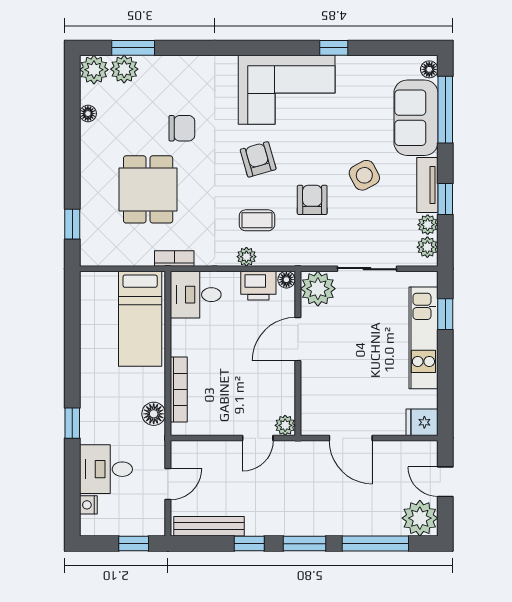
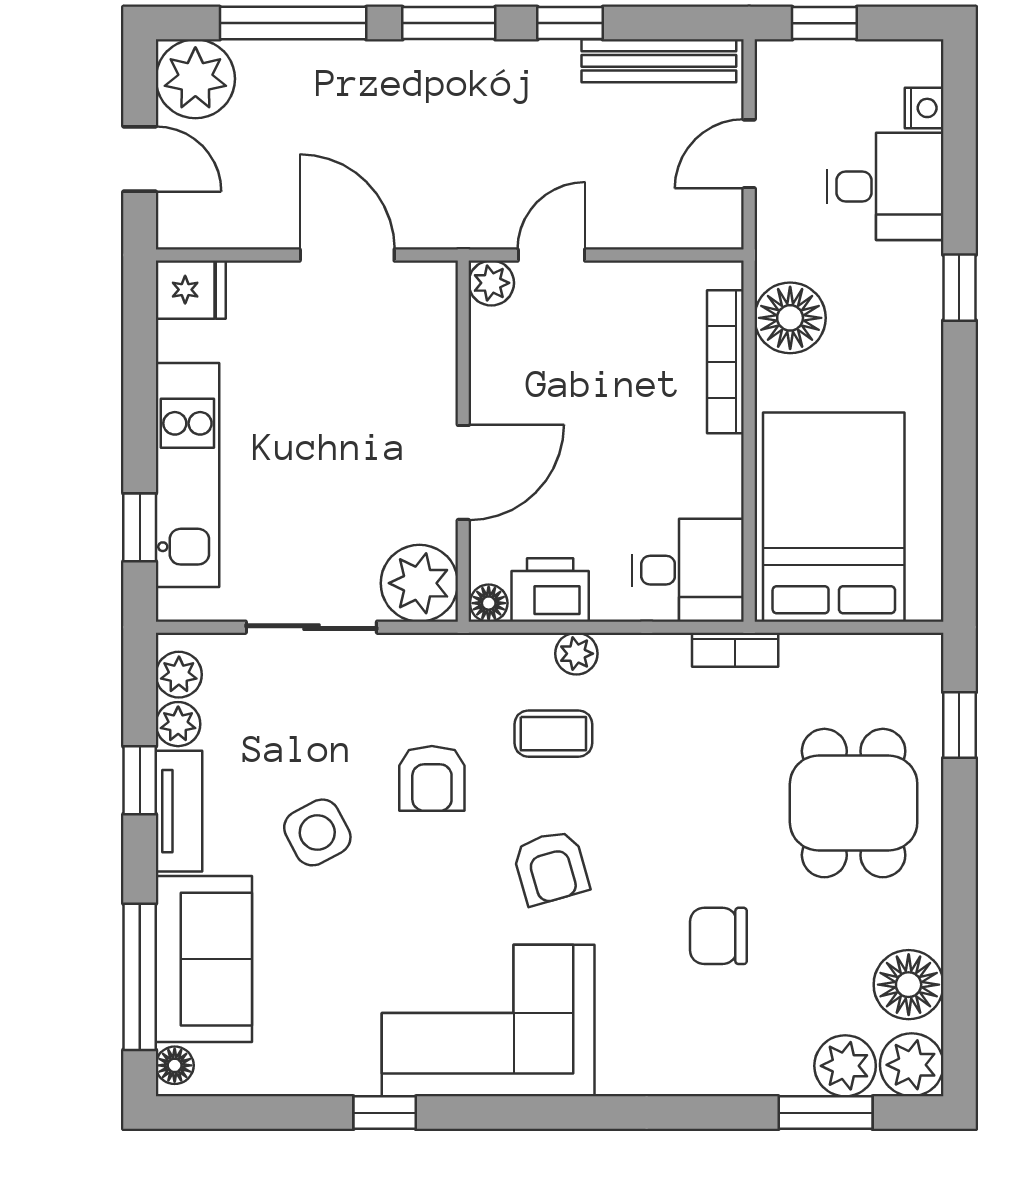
floor lamp: (88, 114) -> (909, 985), width x1.89, depth x1.89
dining table: (148, 189) -> (854, 803), moved
bed: (140, 319) -> (834, 517), width x1.50
floor lamp: (154, 414) -> (790, 318), width x1.38, depth x1.38

